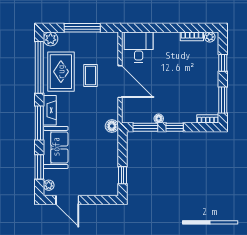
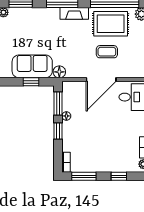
sofa: (56, 147) -> (32, 66), moved, turned 180
window: (122, 175) -> (31, 82), moved

